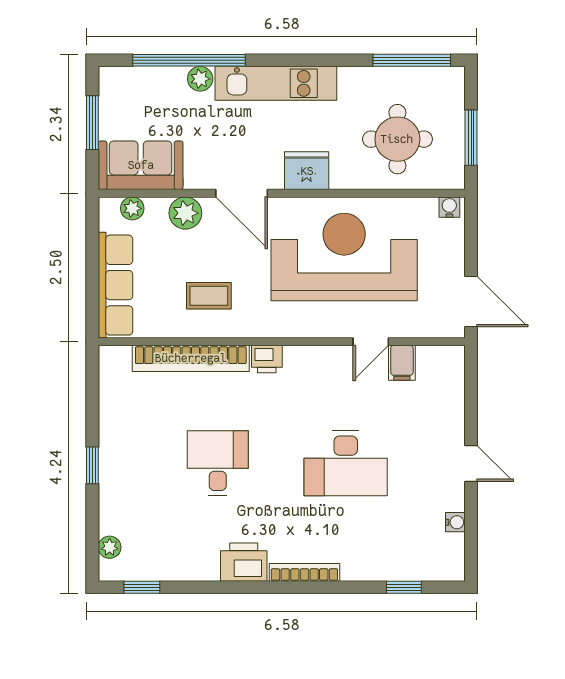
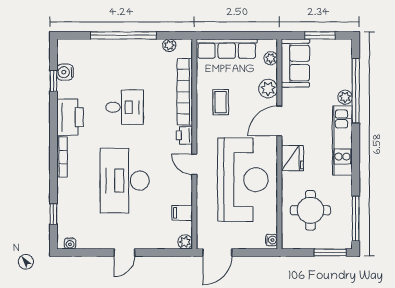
window: (471, 138) -> (330, 252), moved
door: (371, 342) -> (194, 164), moved
plant: (453, 358) -> (185, 242), added
desk: (346, 463) -> (125, 181), width x1.36, depth x1.30
window: (92, 465) -> (123, 35), width x3.17
water cooler: (455, 522) -> (70, 243), moved
plant: (110, 547) -> (169, 45), moved
printer: (244, 562) -> (70, 117), width x1.37, depth x1.19
water cooler: (157, 567) -> (65, 72), added
window: (142, 587) -> (53, 81), moved

